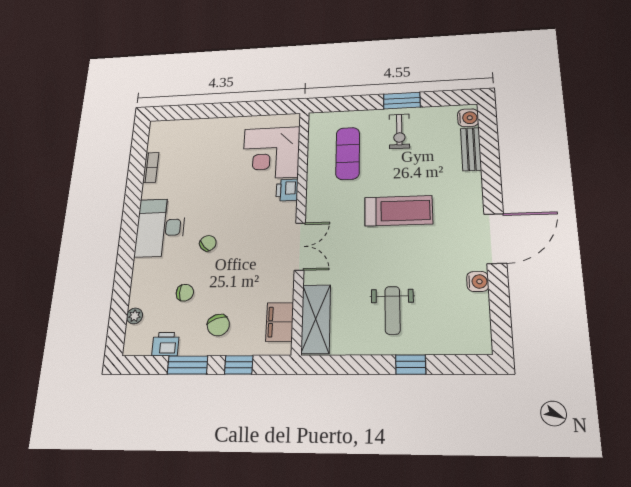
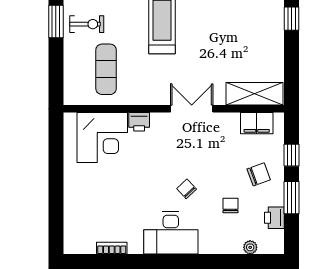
exercise mat: (348, 153) -> (106, 69), turned 90
weight bench: (392, 310) -> (248, 32), removed

